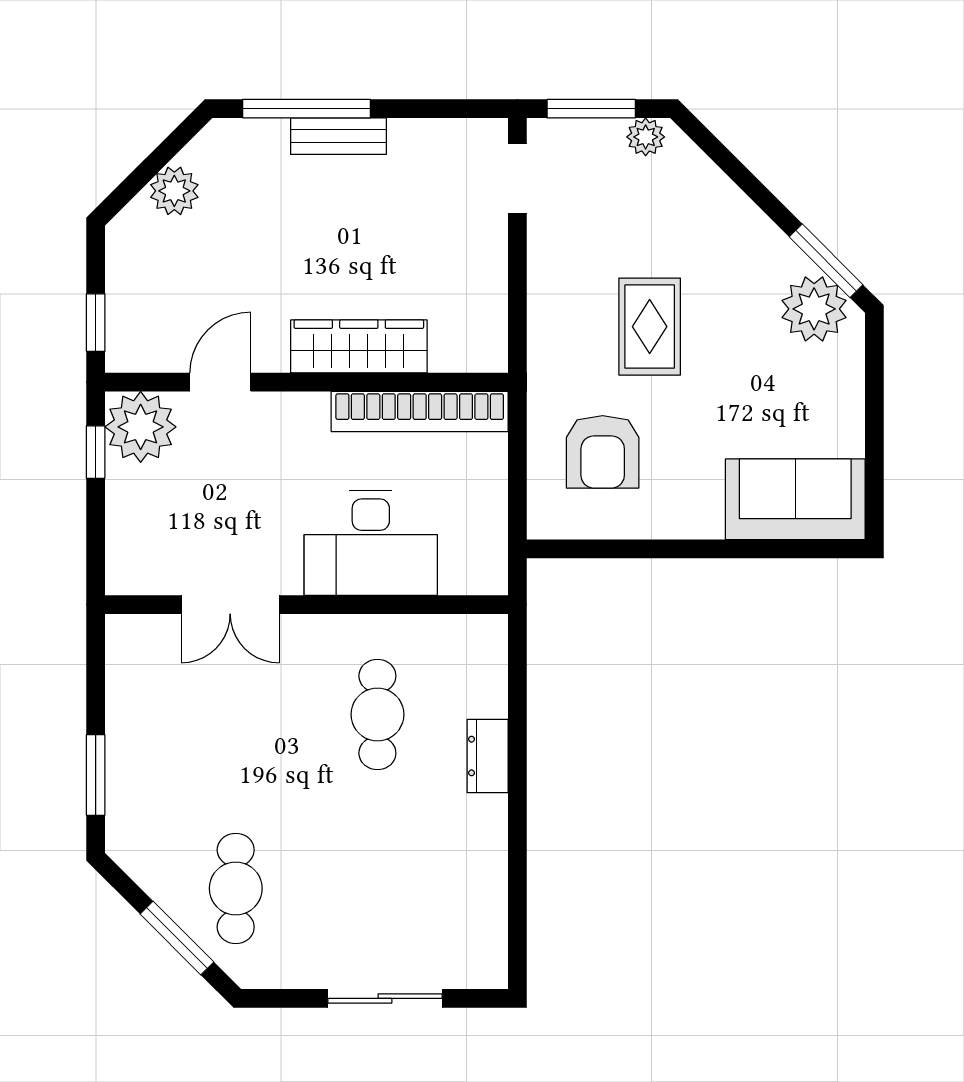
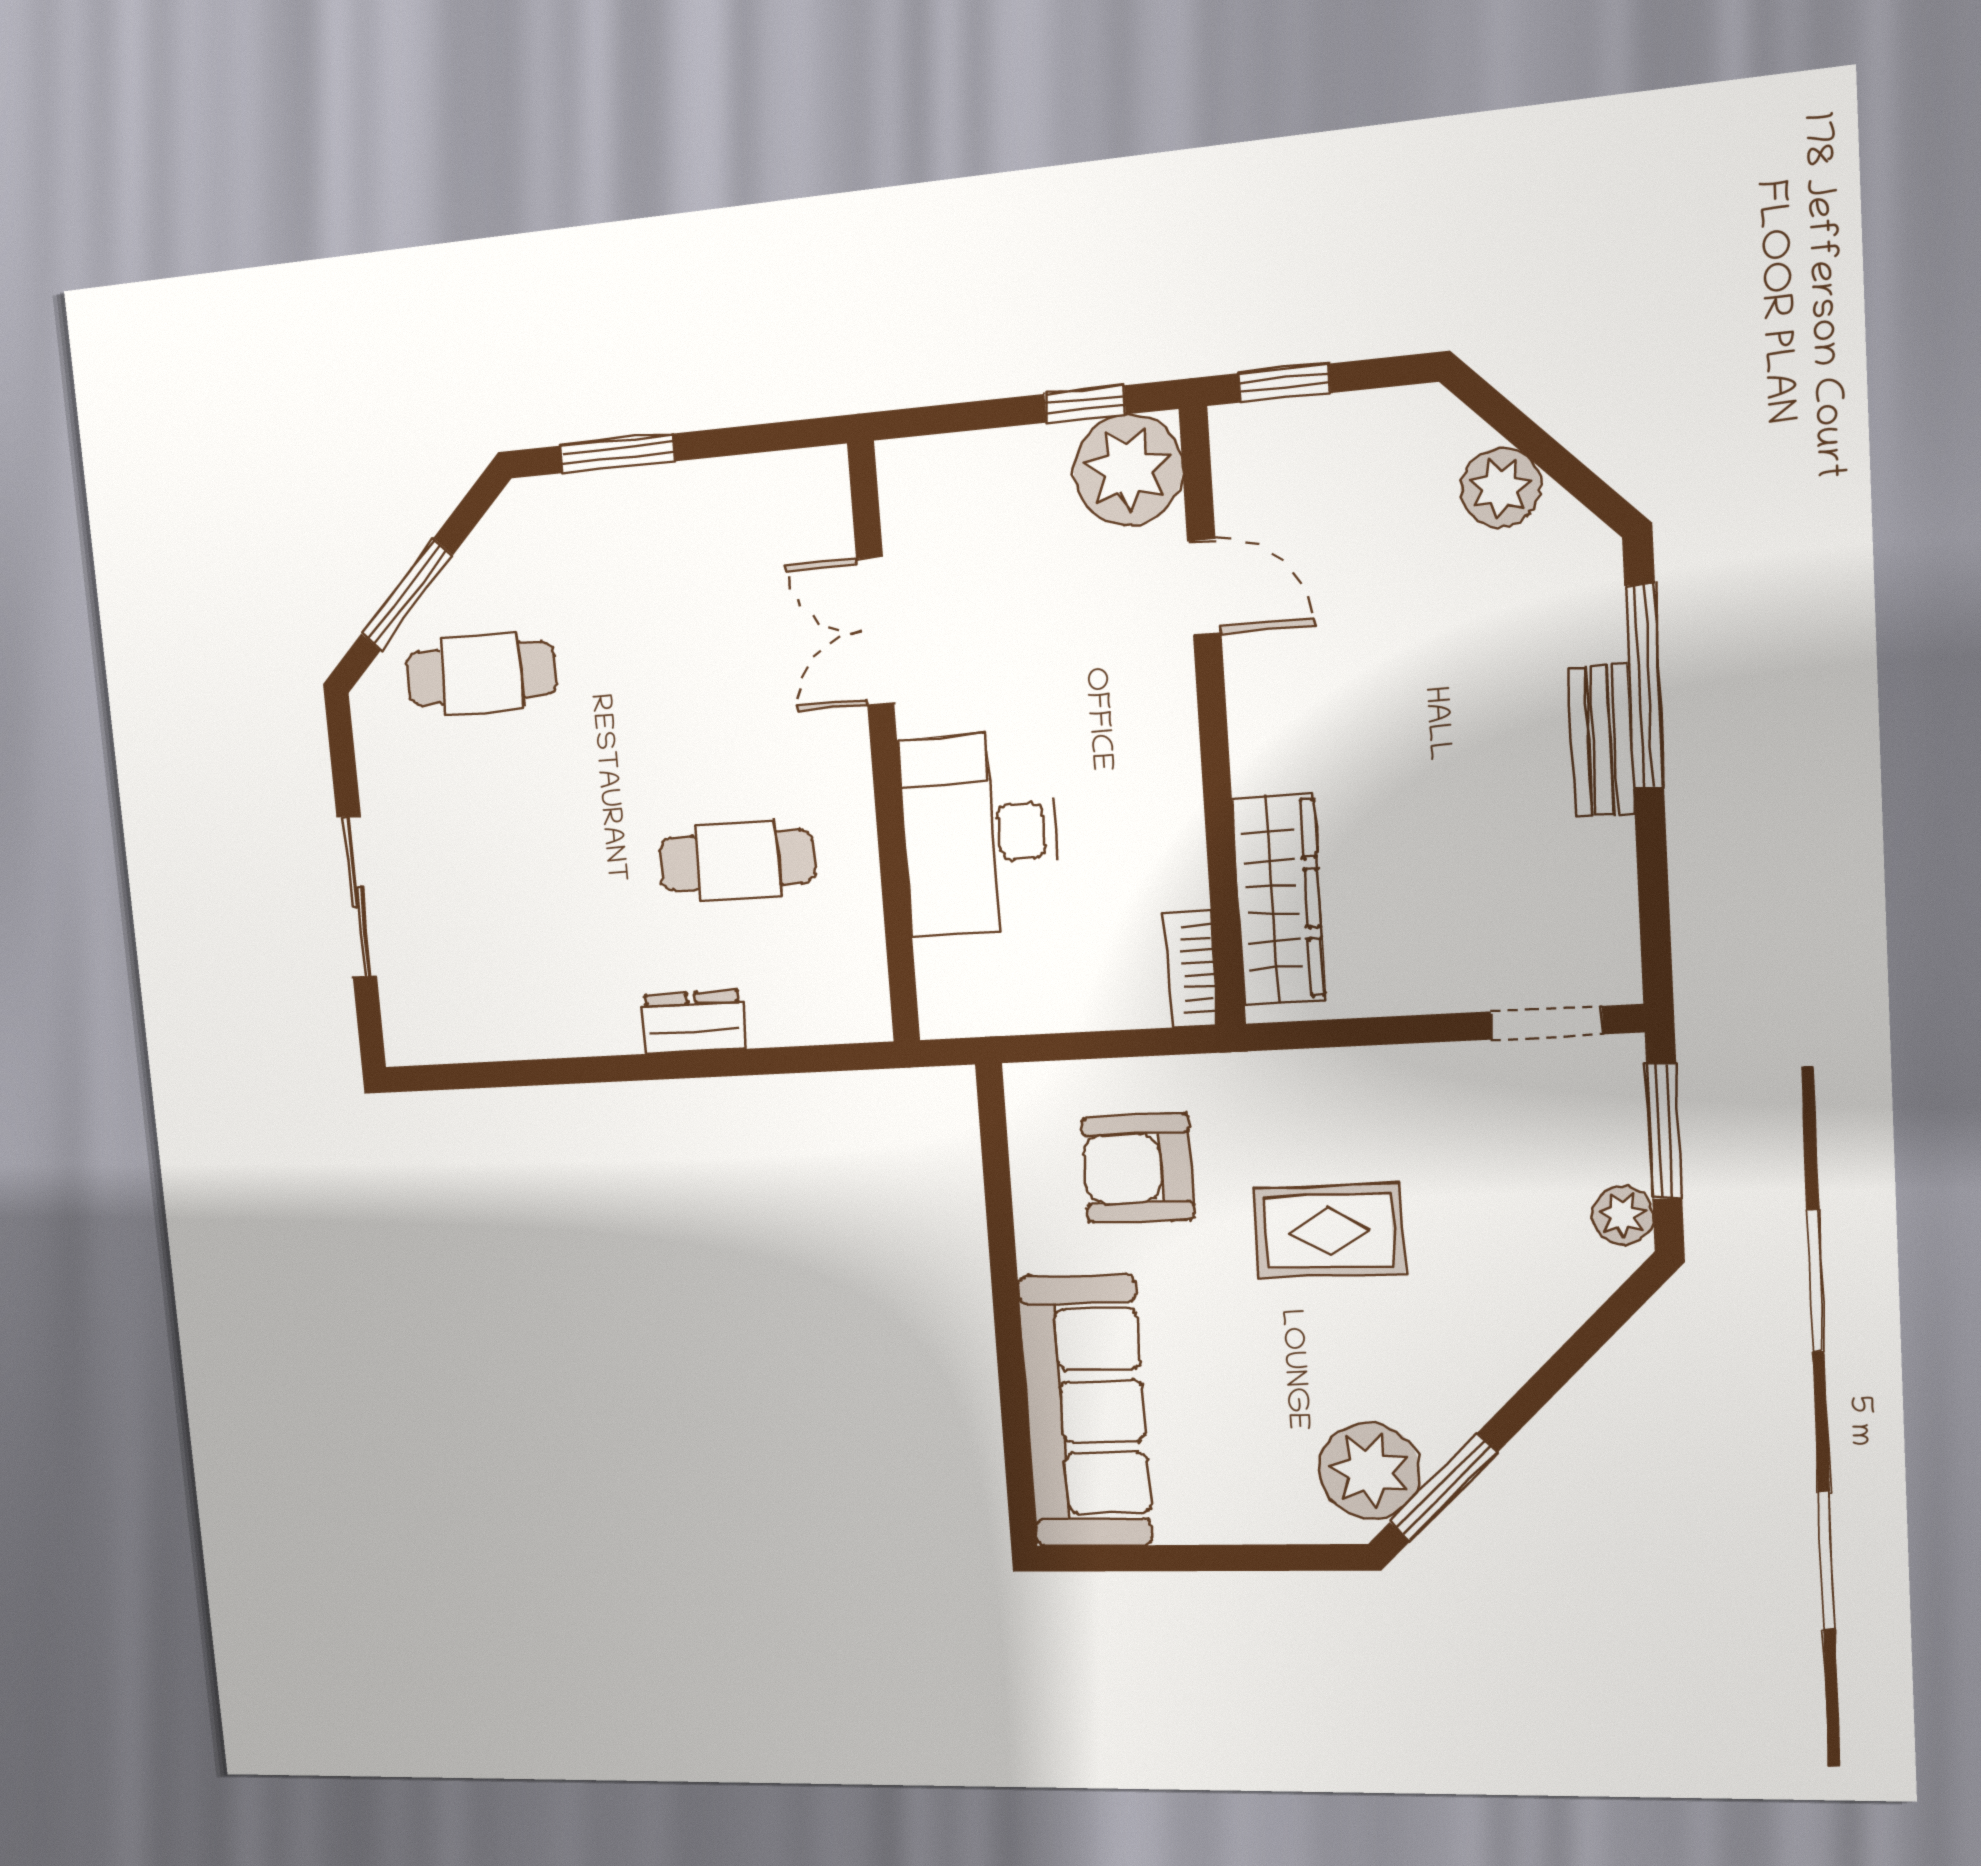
wardrobe: (359, 346) -> (1278, 900), moved
bookcase: (420, 411) -> (1191, 969), width x0.43, depth x0.76
sofa: (795, 499) -> (1085, 1411), width x1.36

